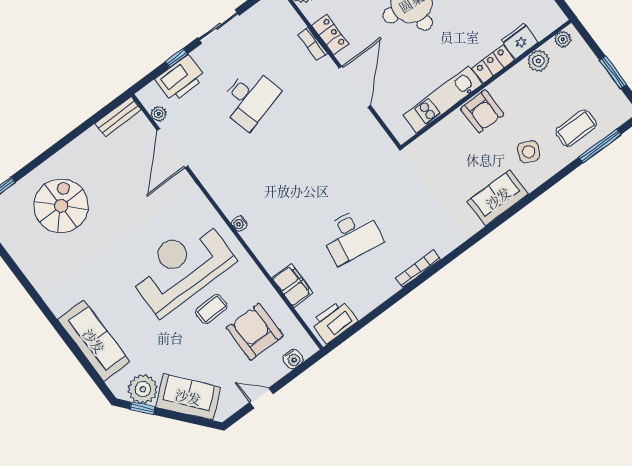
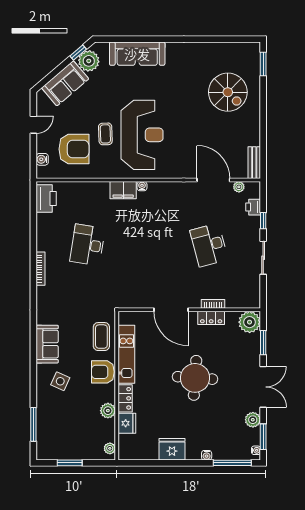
plant: (538, 61) -> (108, 411), moved
printer: (180, 78) -> (253, 207), width x0.53, depth x0.68
coffee table: (576, 128) -> (101, 337), moved
filing cabinet: (292, 285) -> (123, 190), moved

